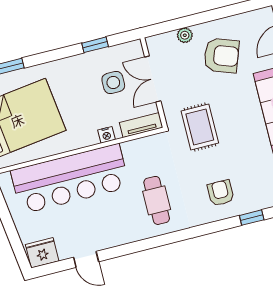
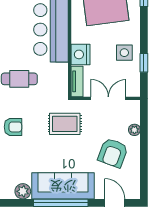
side table: (113, 83) -> (124, 53), moved
nightstand: (106, 135) -> (80, 54), width x1.89, depth x1.79

